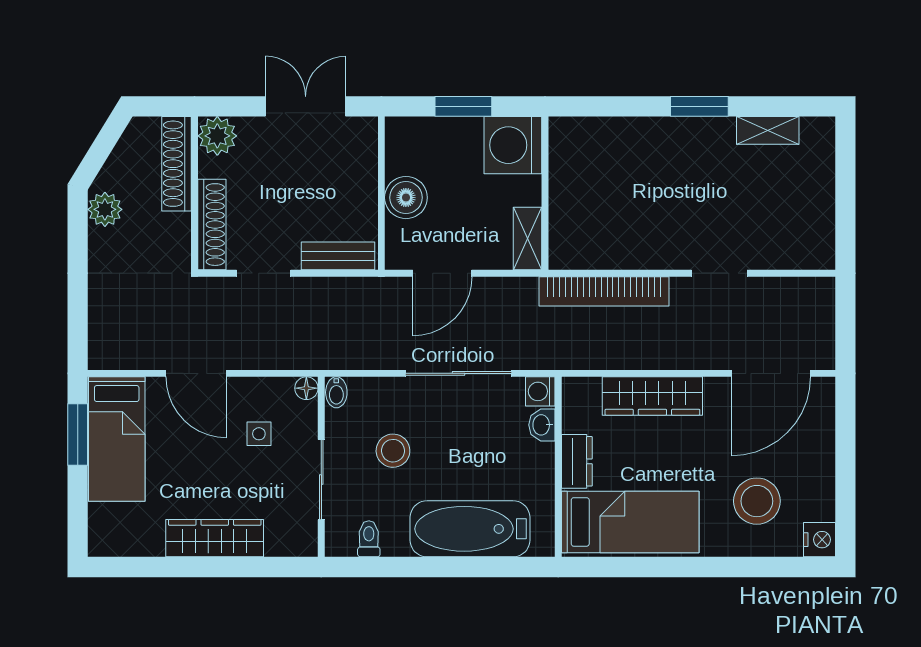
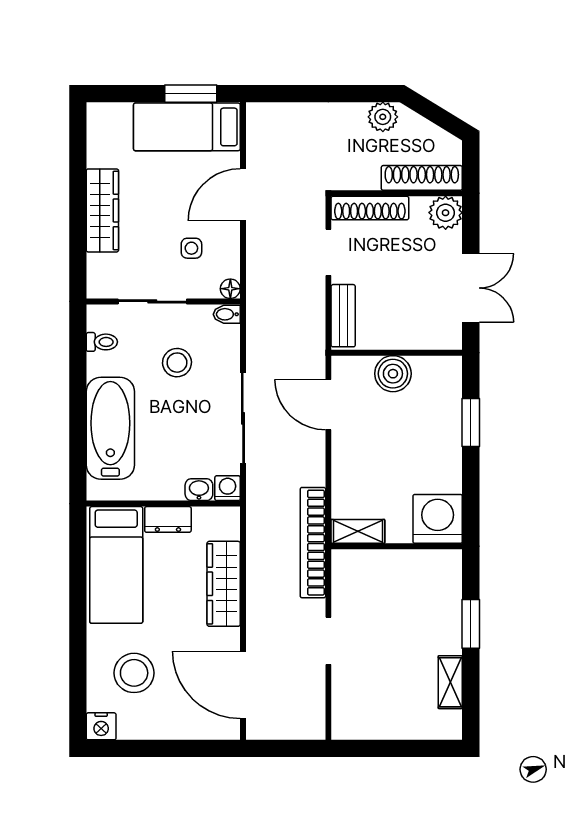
washing machine: (513, 145) -> (438, 519), moved
wall: (545, 193) -> (397, 546), moved
shelving: (528, 238) -> (358, 531), moved

